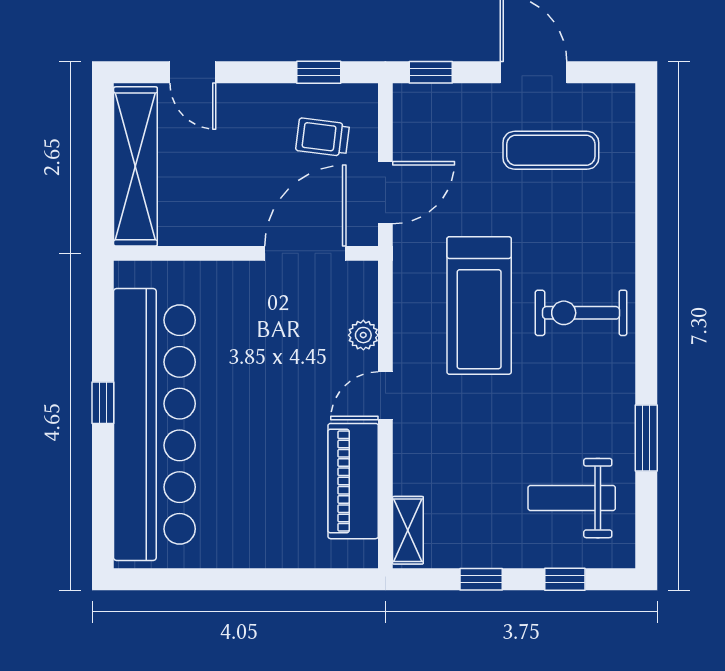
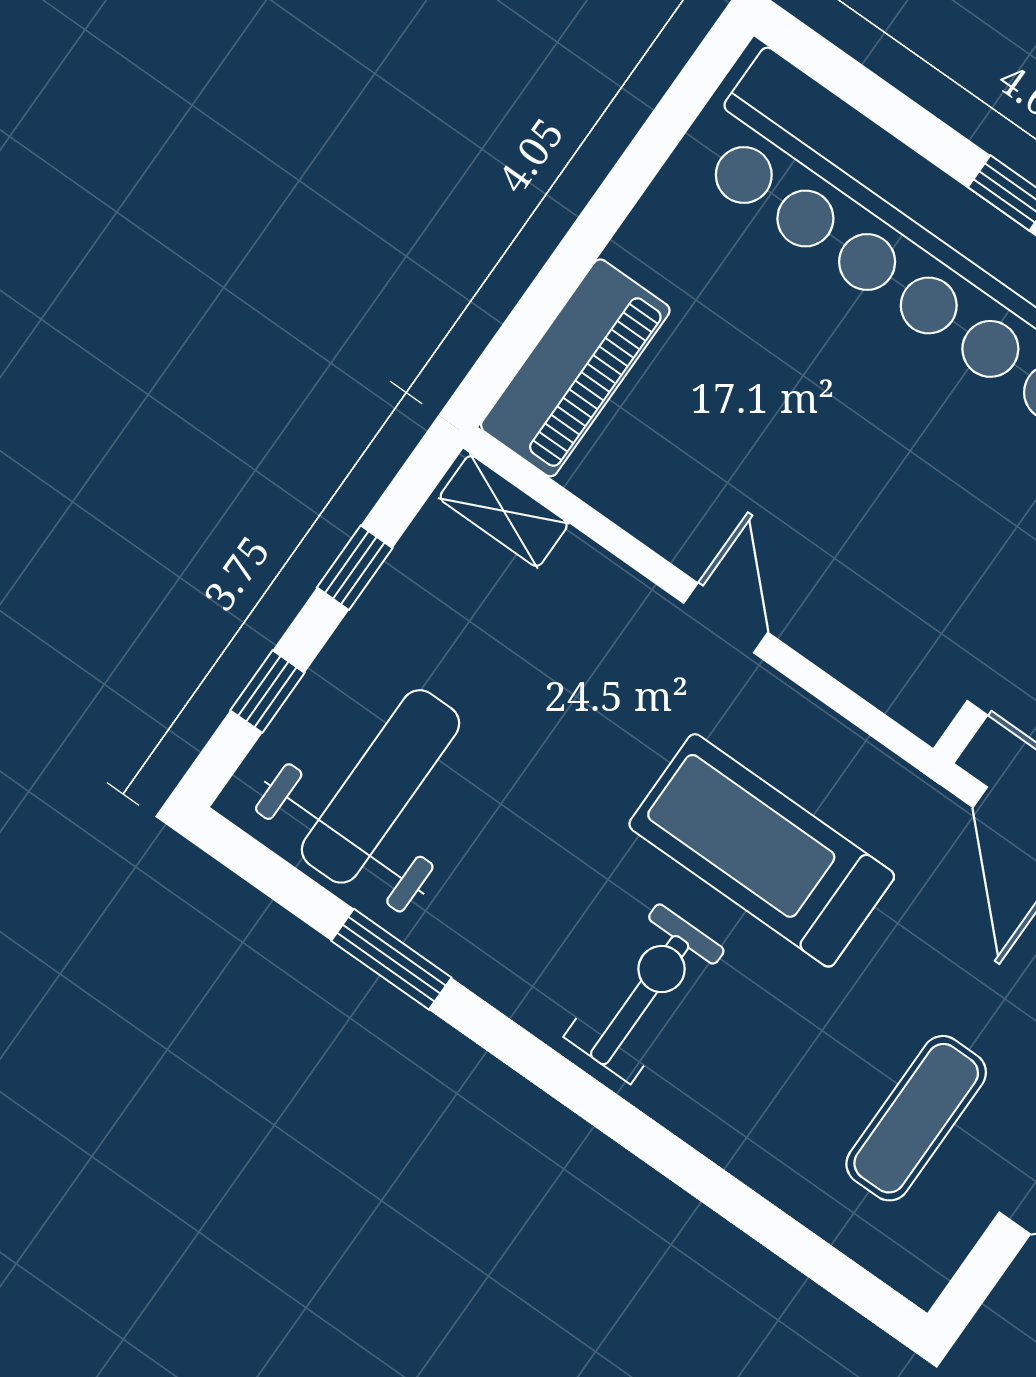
plant: (363, 335) -> (839, 648), removed
piano: (353, 481) -> (575, 368), moved, turned 90
weight bench: (572, 498) -> (380, 786), width x1.36, depth x1.33

